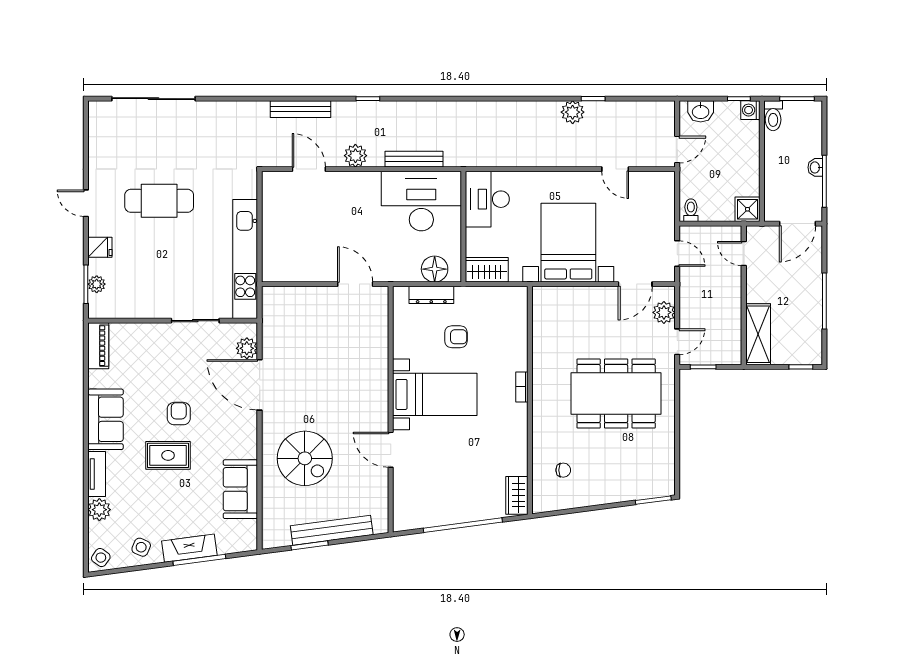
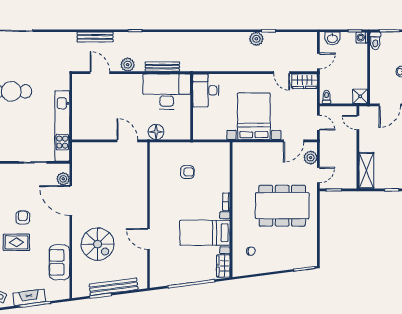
floor lamp: (435, 269) -> (156, 132), moved
wardrobe: (487, 270) -> (305, 81), moved, turned 180
dresser: (431, 295) -> (173, 147), removed
bed with nightstands: (435, 394) -> (205, 233), moved, turned 180

